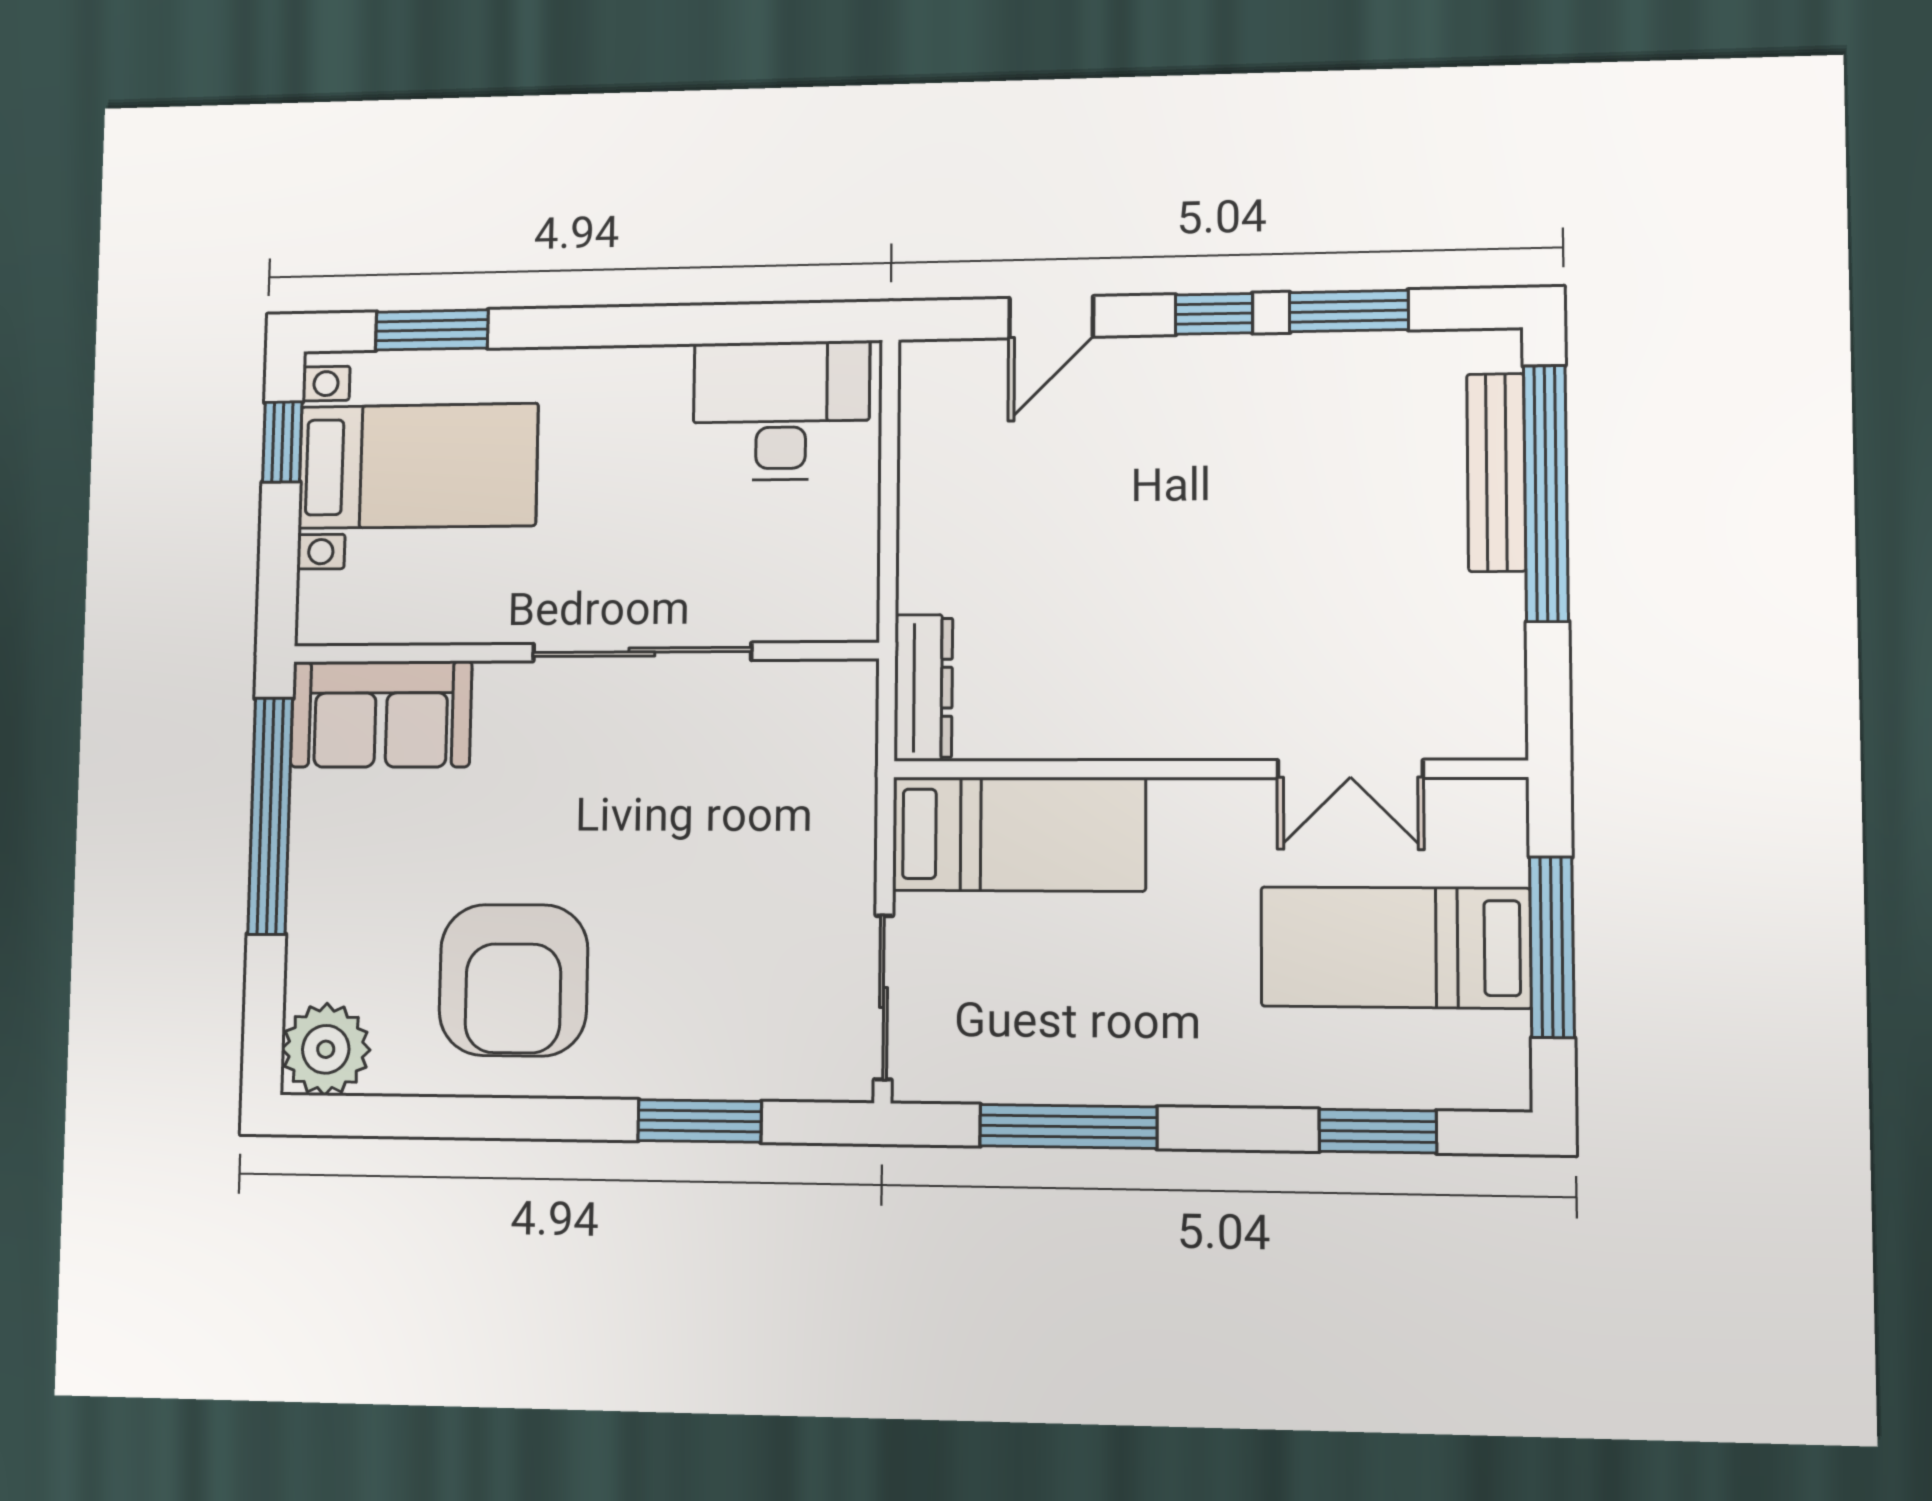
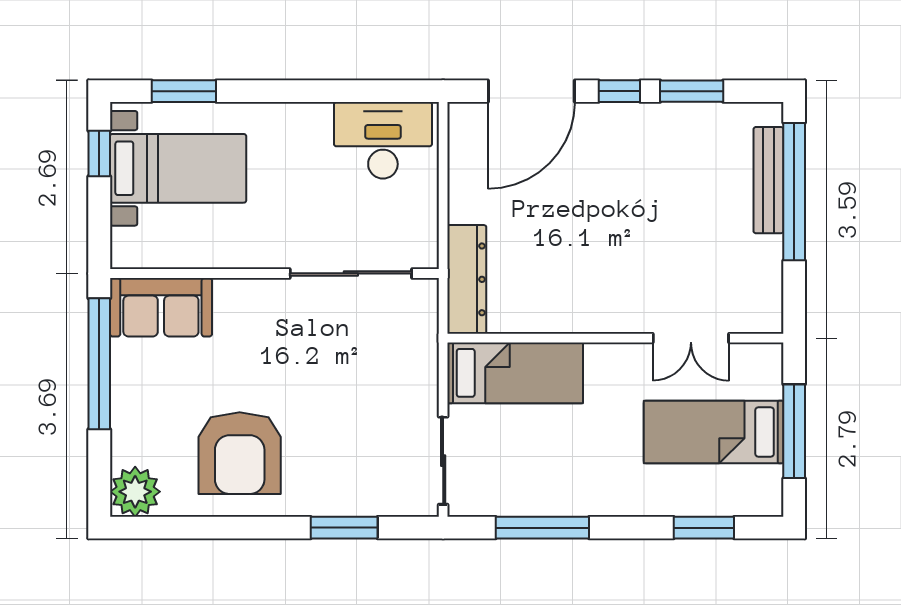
door: (1051, 317) -> (531, 91), width x1.88
sliding door: (642, 652) -> (351, 273), moved
dresser: (923, 688) -> (467, 279), width x1.37, depth x1.24

